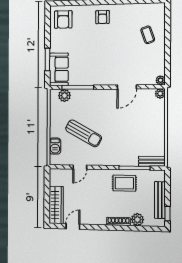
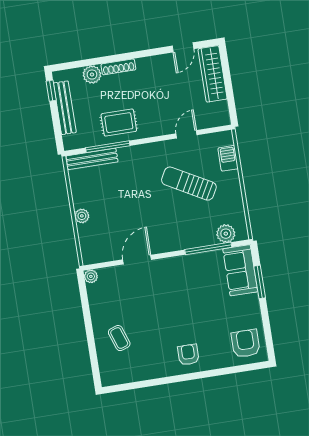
plant: (160, 94) -> (82, 216), moved
bench: (151, 161) -> (92, 159), width x1.36

